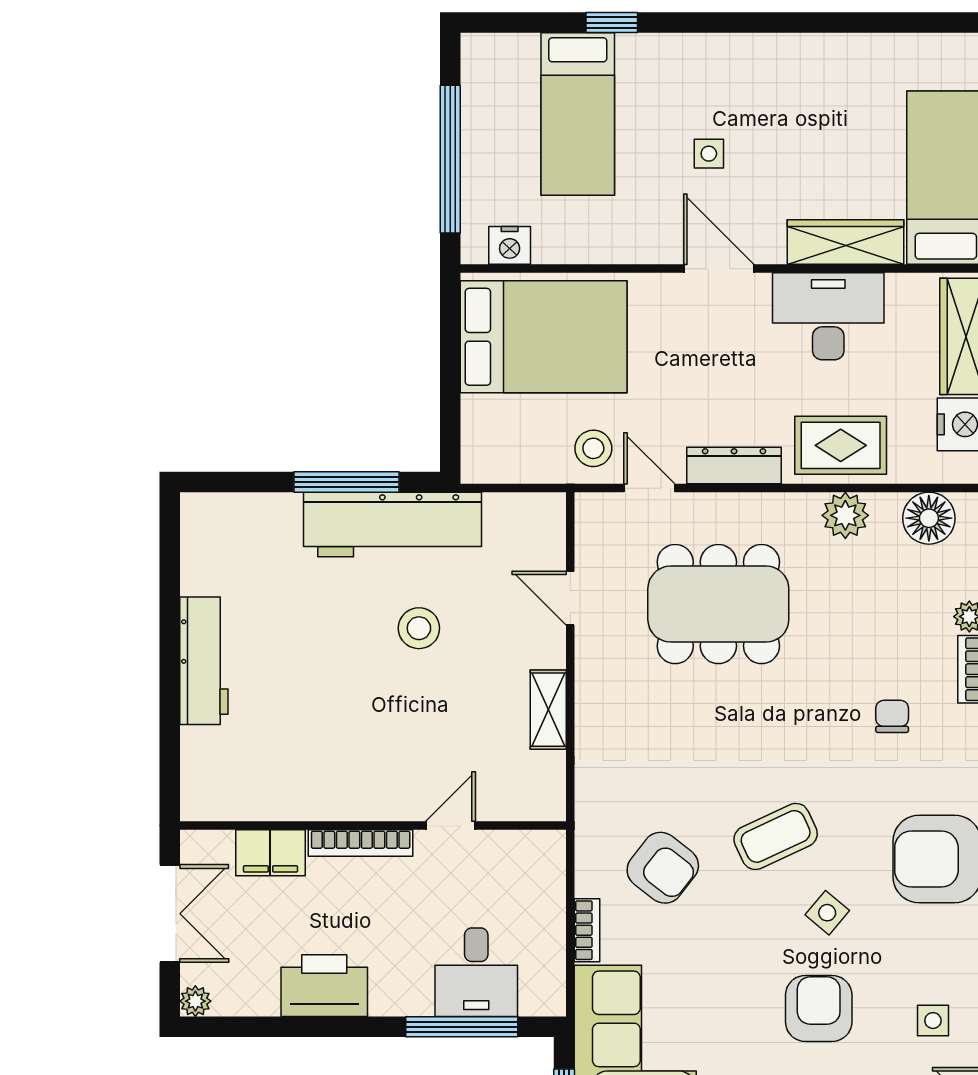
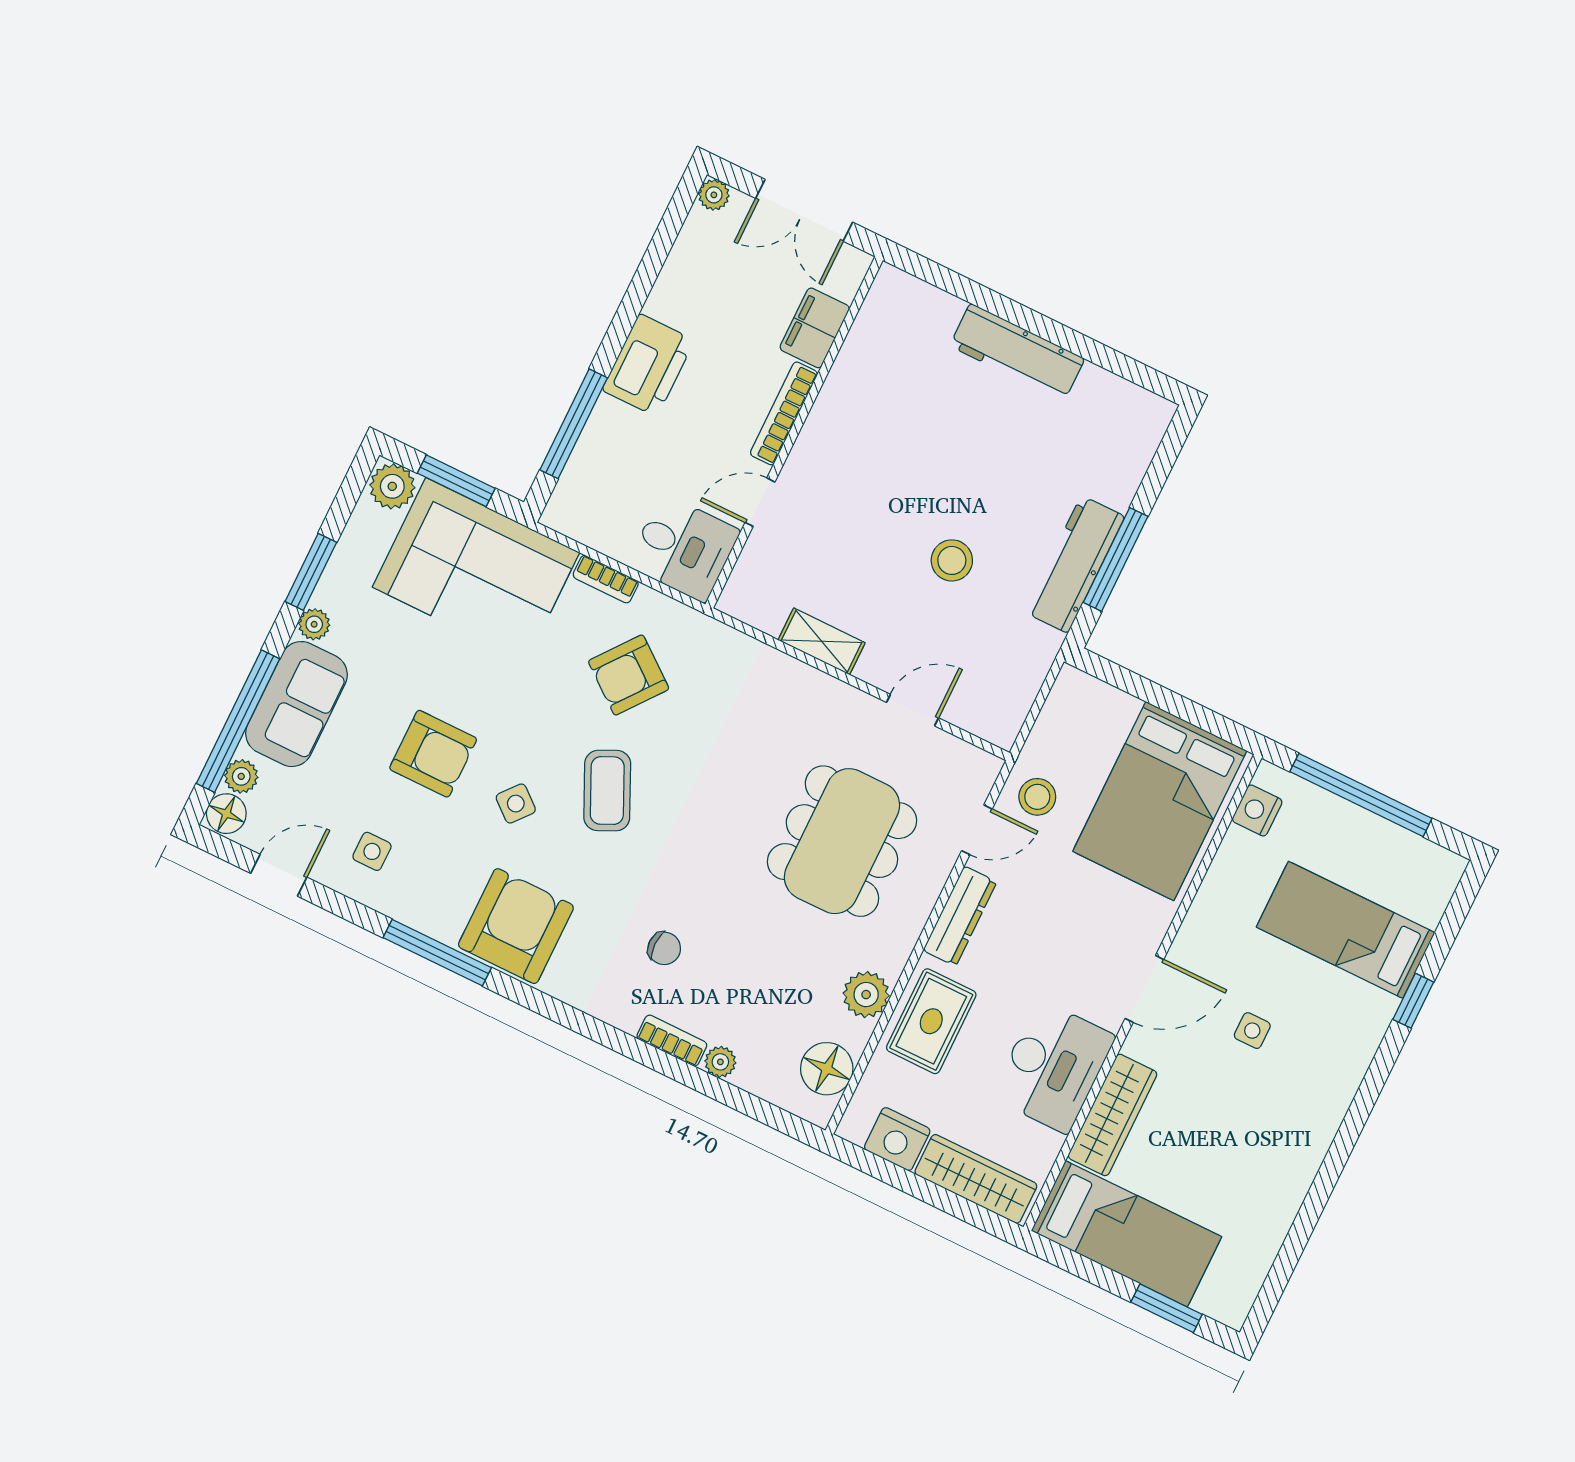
workbench: (392, 525) -> (1075, 564), width x0.73, depth x0.76
door: (451, 826) -> (760, 502), swing flipped
desk: (476, 972) -> (684, 548), moved, turned 180
printer: (324, 986) -> (648, 365), moved

